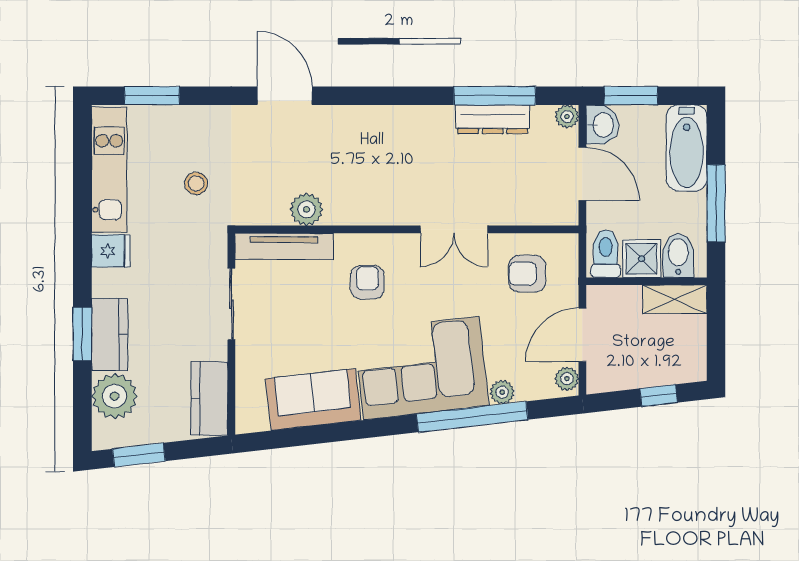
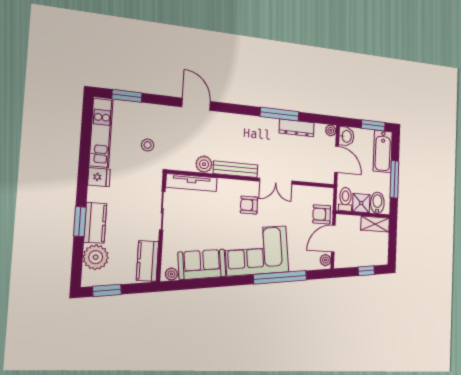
window: (495, 96) -> (280, 114), moved
window: (631, 96) -> (373, 125), moved
bench: (370, 213) -> (236, 169), added
armchair: (527, 274) -> (322, 214), moved
armchair: (367, 282) -> (249, 205), moved, turned -90
plant: (502, 392) -> (171, 274), moved

